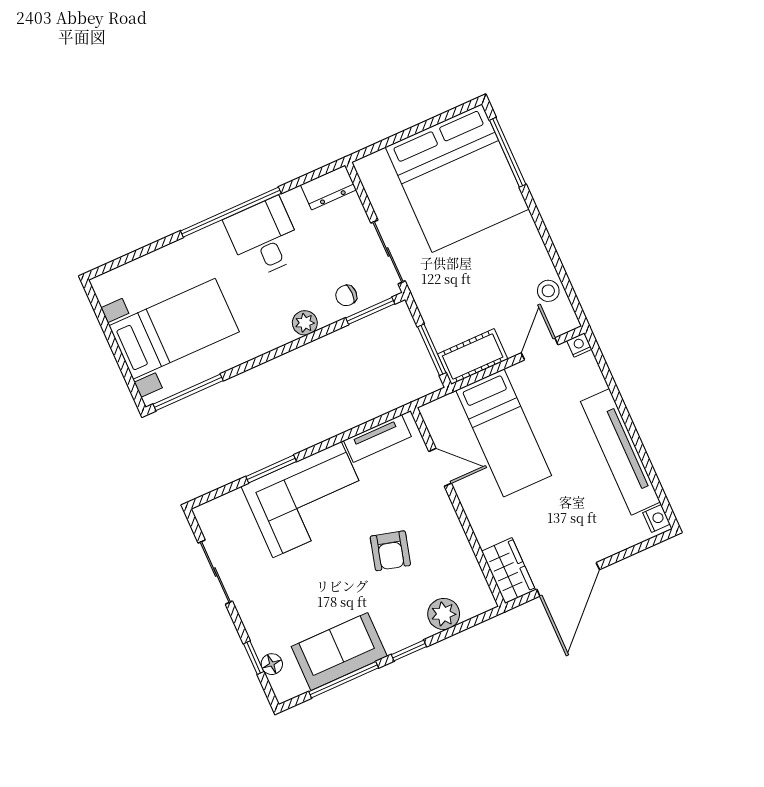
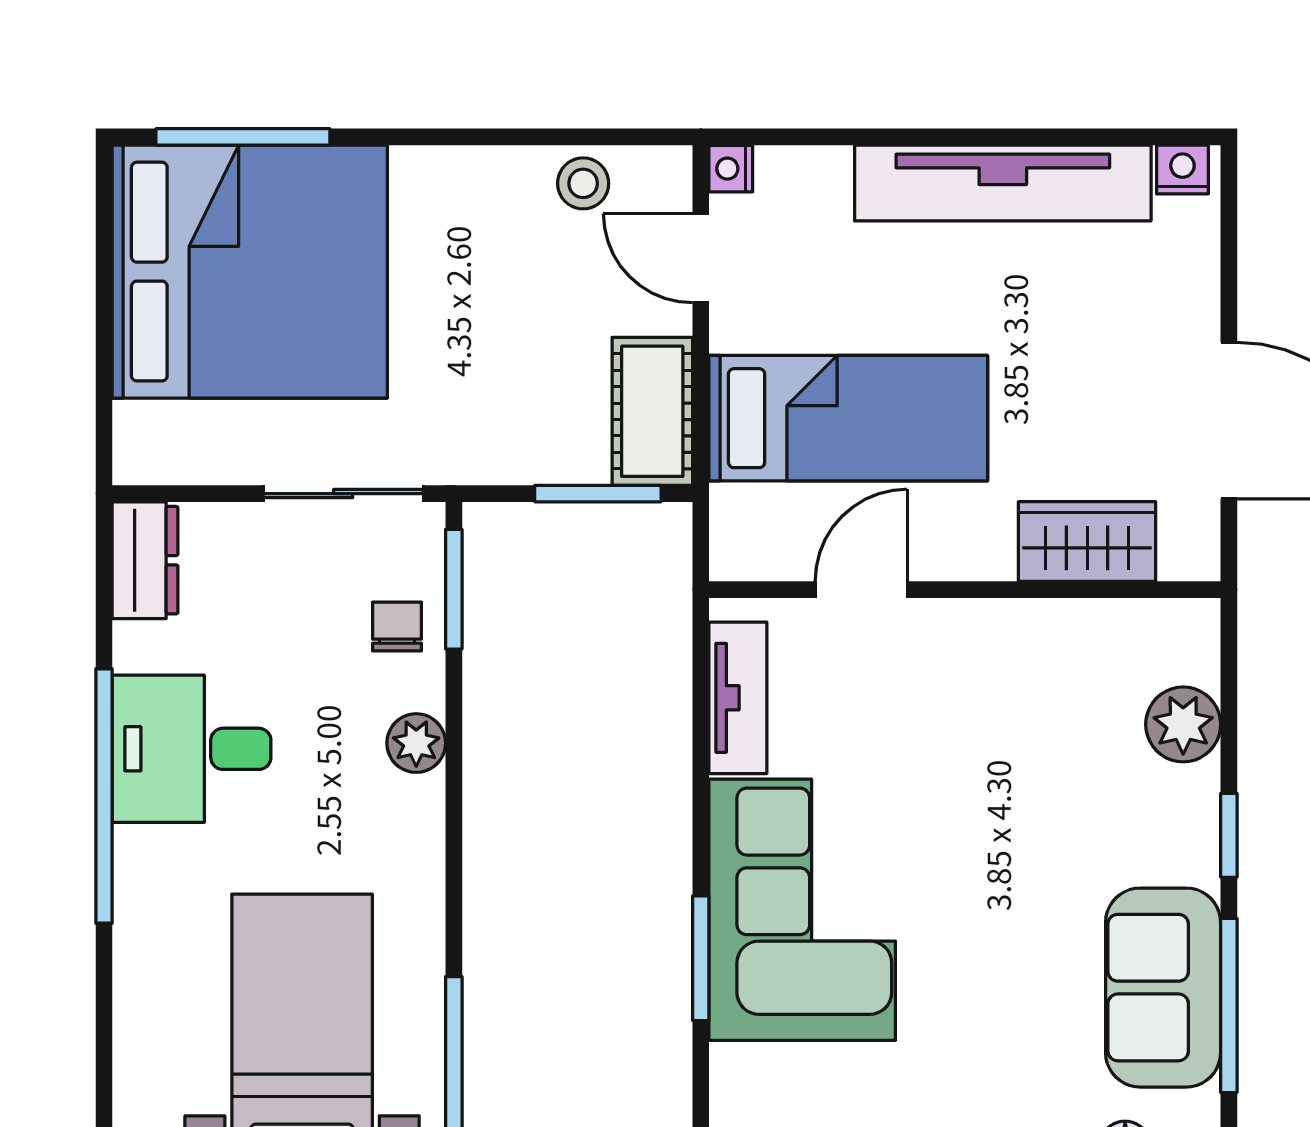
chair: (346, 295) -> (397, 627), turned 180
armchair: (390, 551) -> (994, 779), removed
wardrobe: (508, 571) -> (1087, 541), moved

